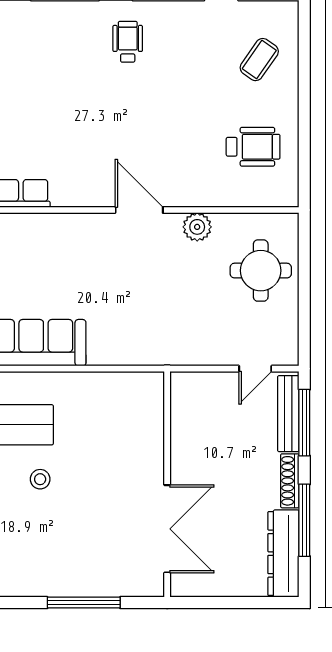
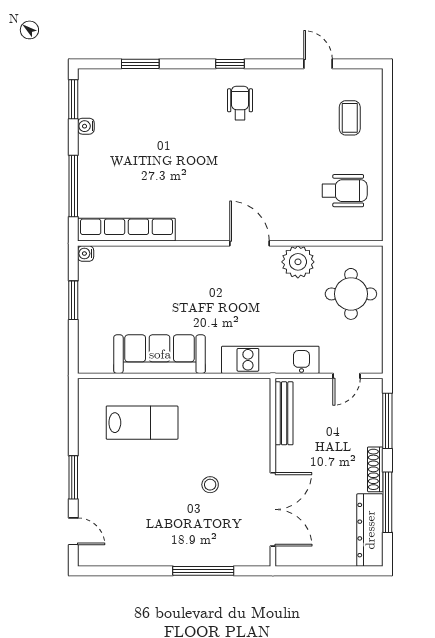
coffee table: (259, 60) -> (350, 118), turned -35
plant: (197, 227) -> (298, 262), width x1.36, depth x1.36
kitchen unit: (164, 350) -> (270, 360), added
bench: (288, 414) -> (284, 413), moved
stool: (40, 479) -> (210, 485), moved

